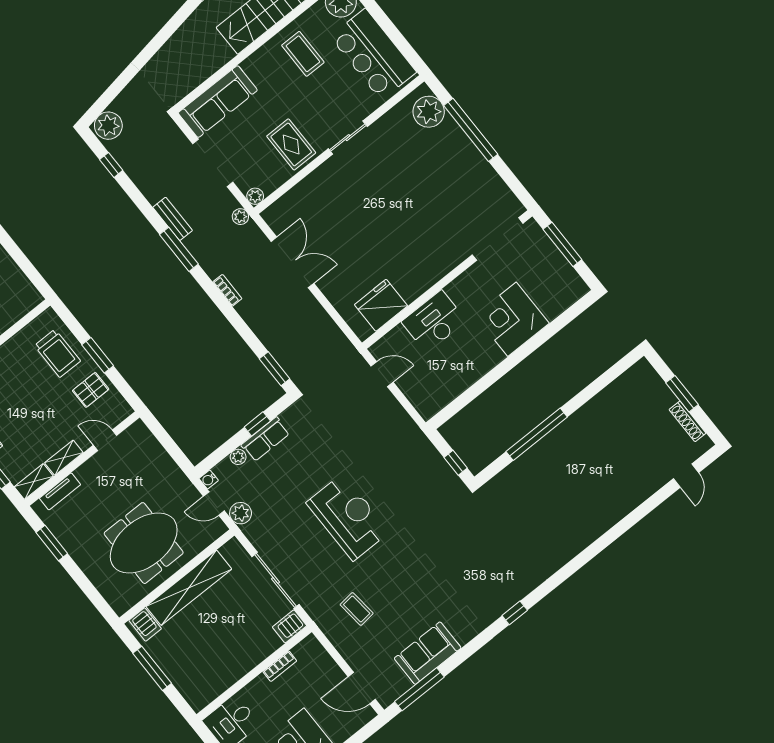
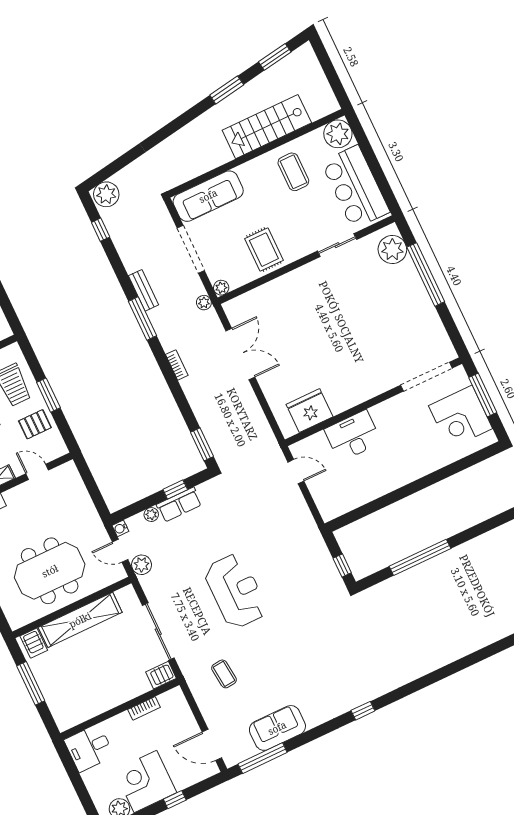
sliding door: (348, 138) -> (337, 245), moved
corner desk: (512, 319) -> (461, 417), moved, turned -90

